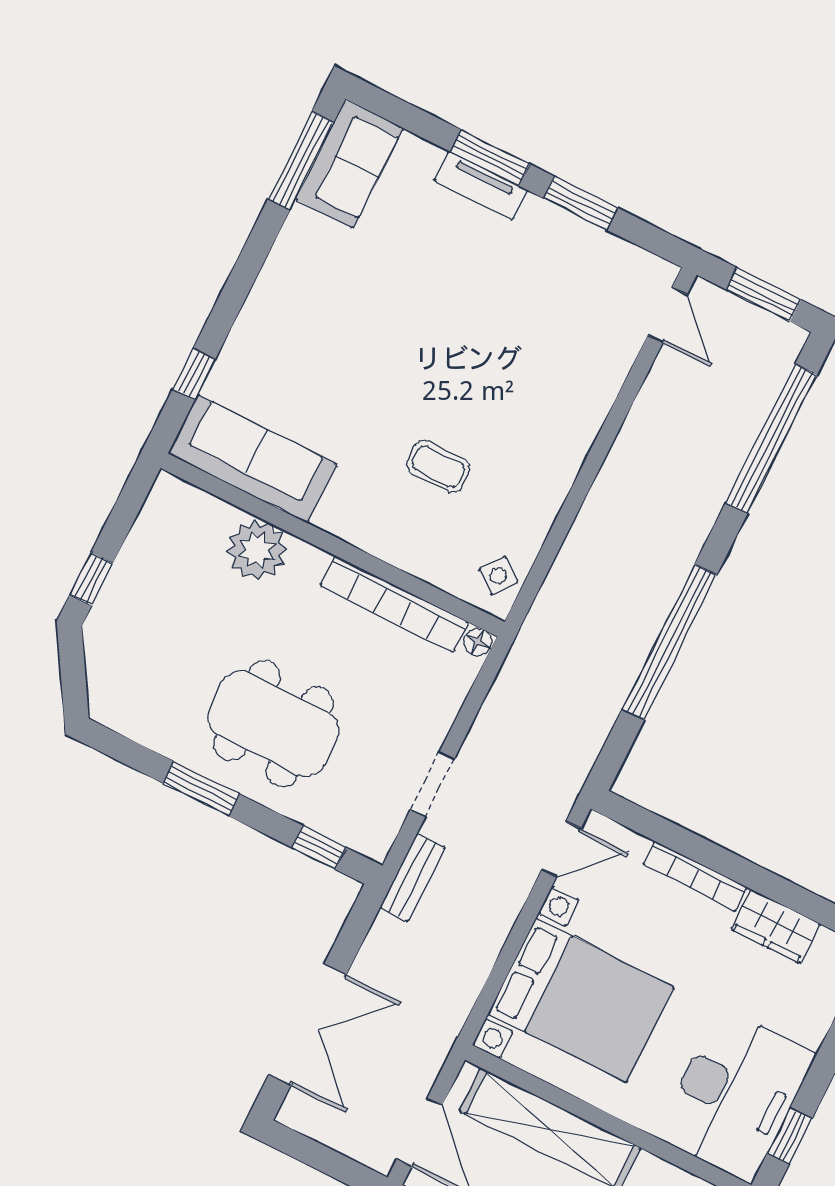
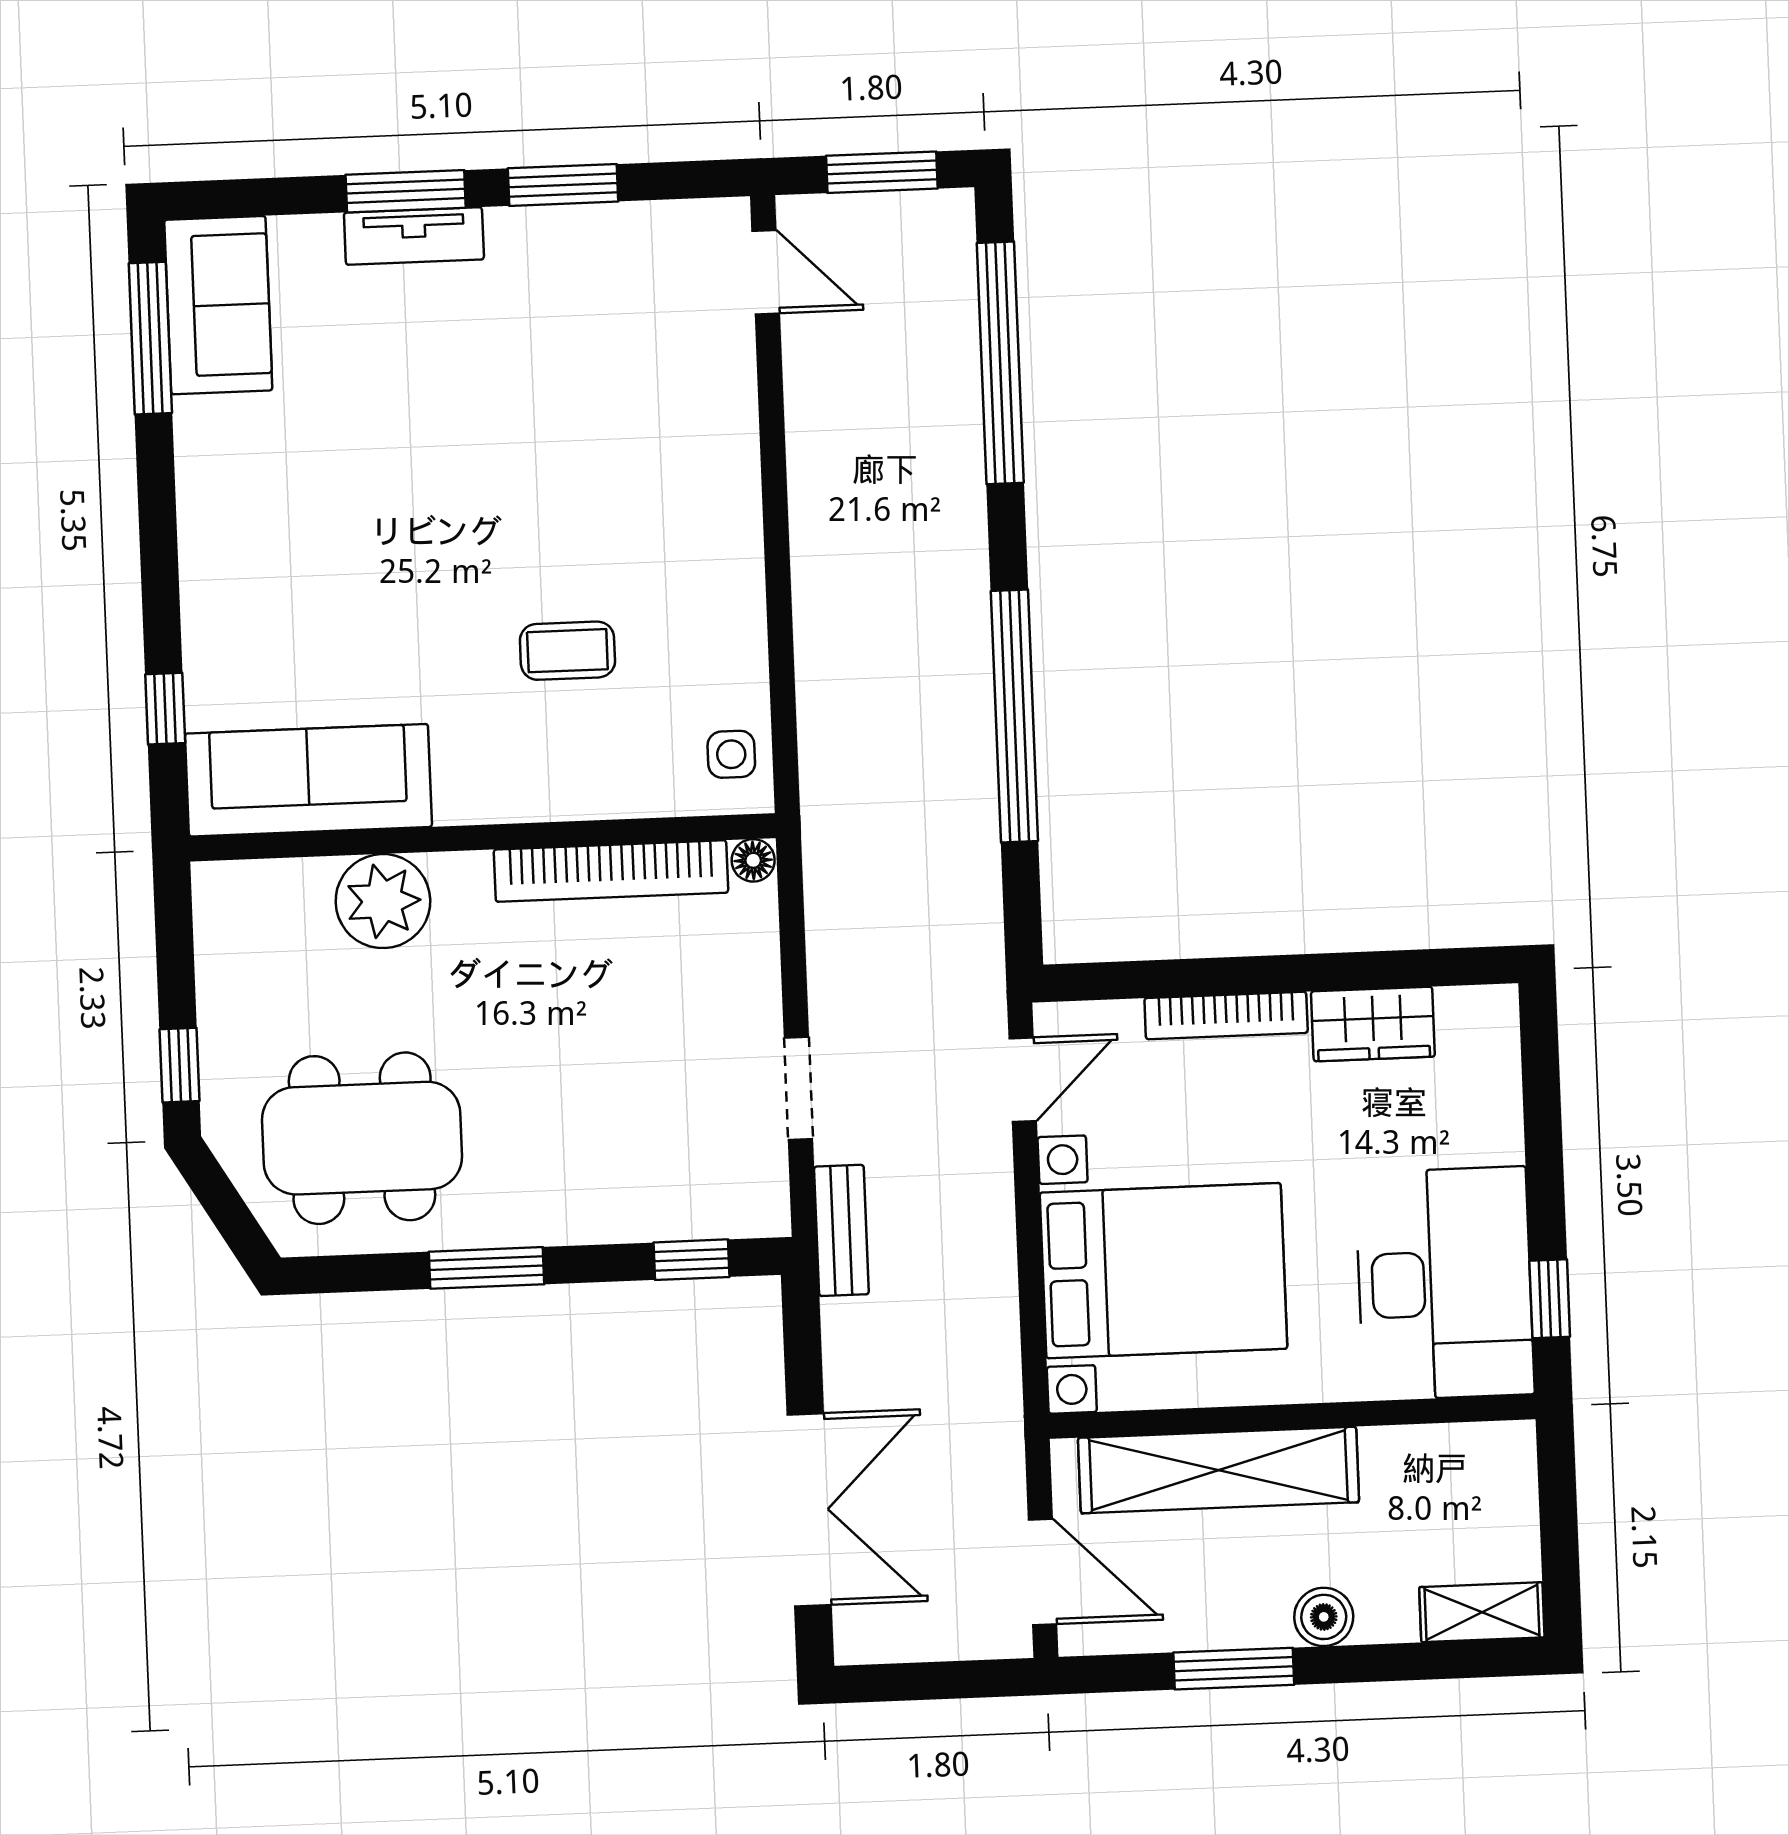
side table: (498, 576) -> (731, 754), turned -37
dining table: (273, 724) -> (362, 1138), moved

